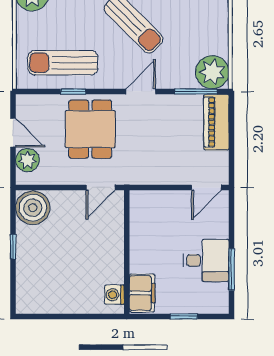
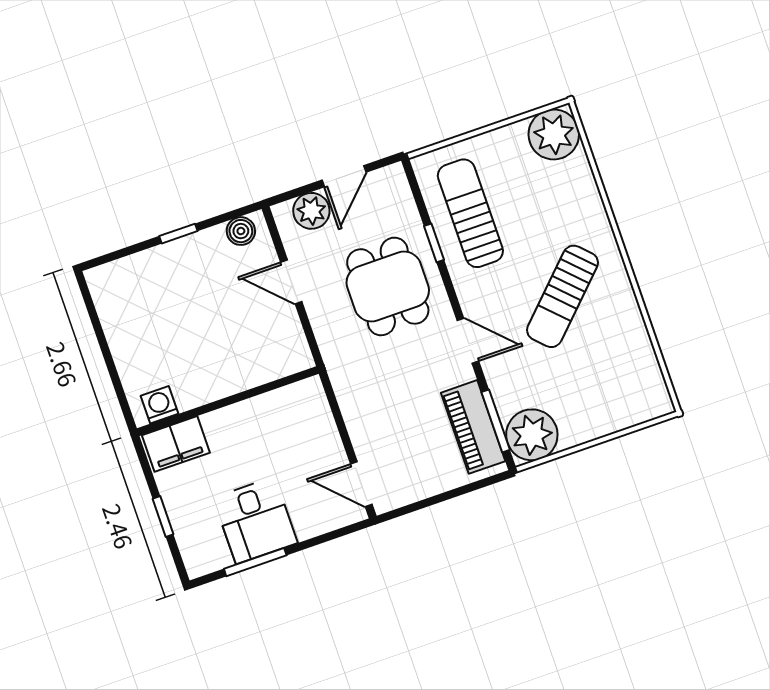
piano: (216, 122) -> (473, 427), moved, turned -90
dining table: (90, 129) -> (388, 286), turned 90
door: (100, 188) -> (291, 282), moved
boiler: (33, 208) -> (241, 231), width x0.54, depth x0.54

